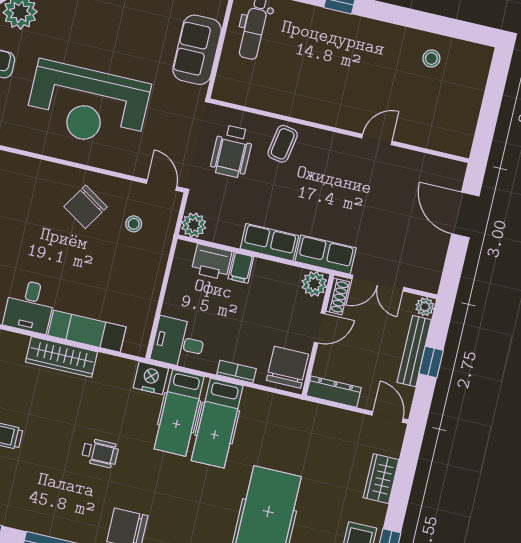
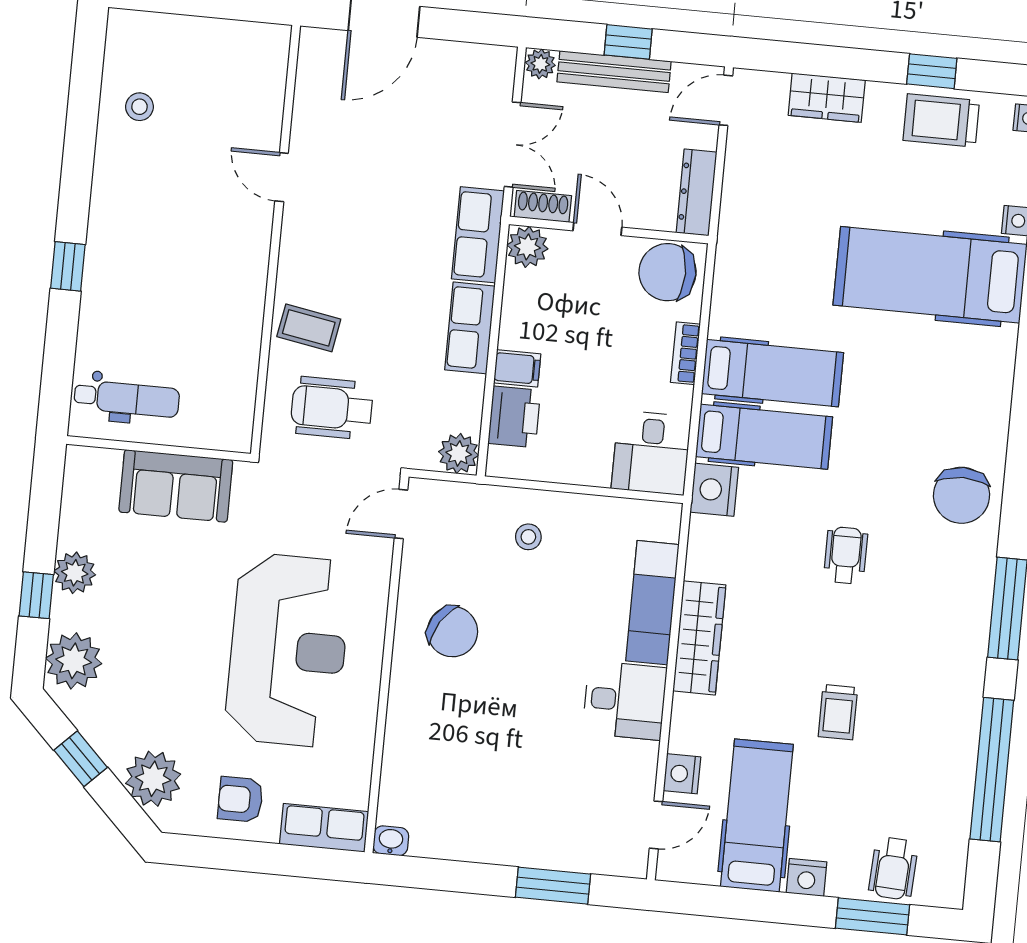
wheelchair: (232, 151) -> (332, 408), turned 180
stool: (134, 224) -> (528, 537), moved

